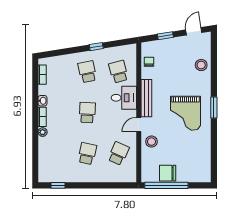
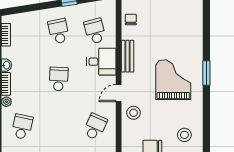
stool: (201, 65) -> (184, 135), moved
bench: (146, 98) -> (128, 56), width x0.73
grand piano: (185, 113) -> (173, 80), turned 180
school desk: (87, 154) -> (22, 127), moved

